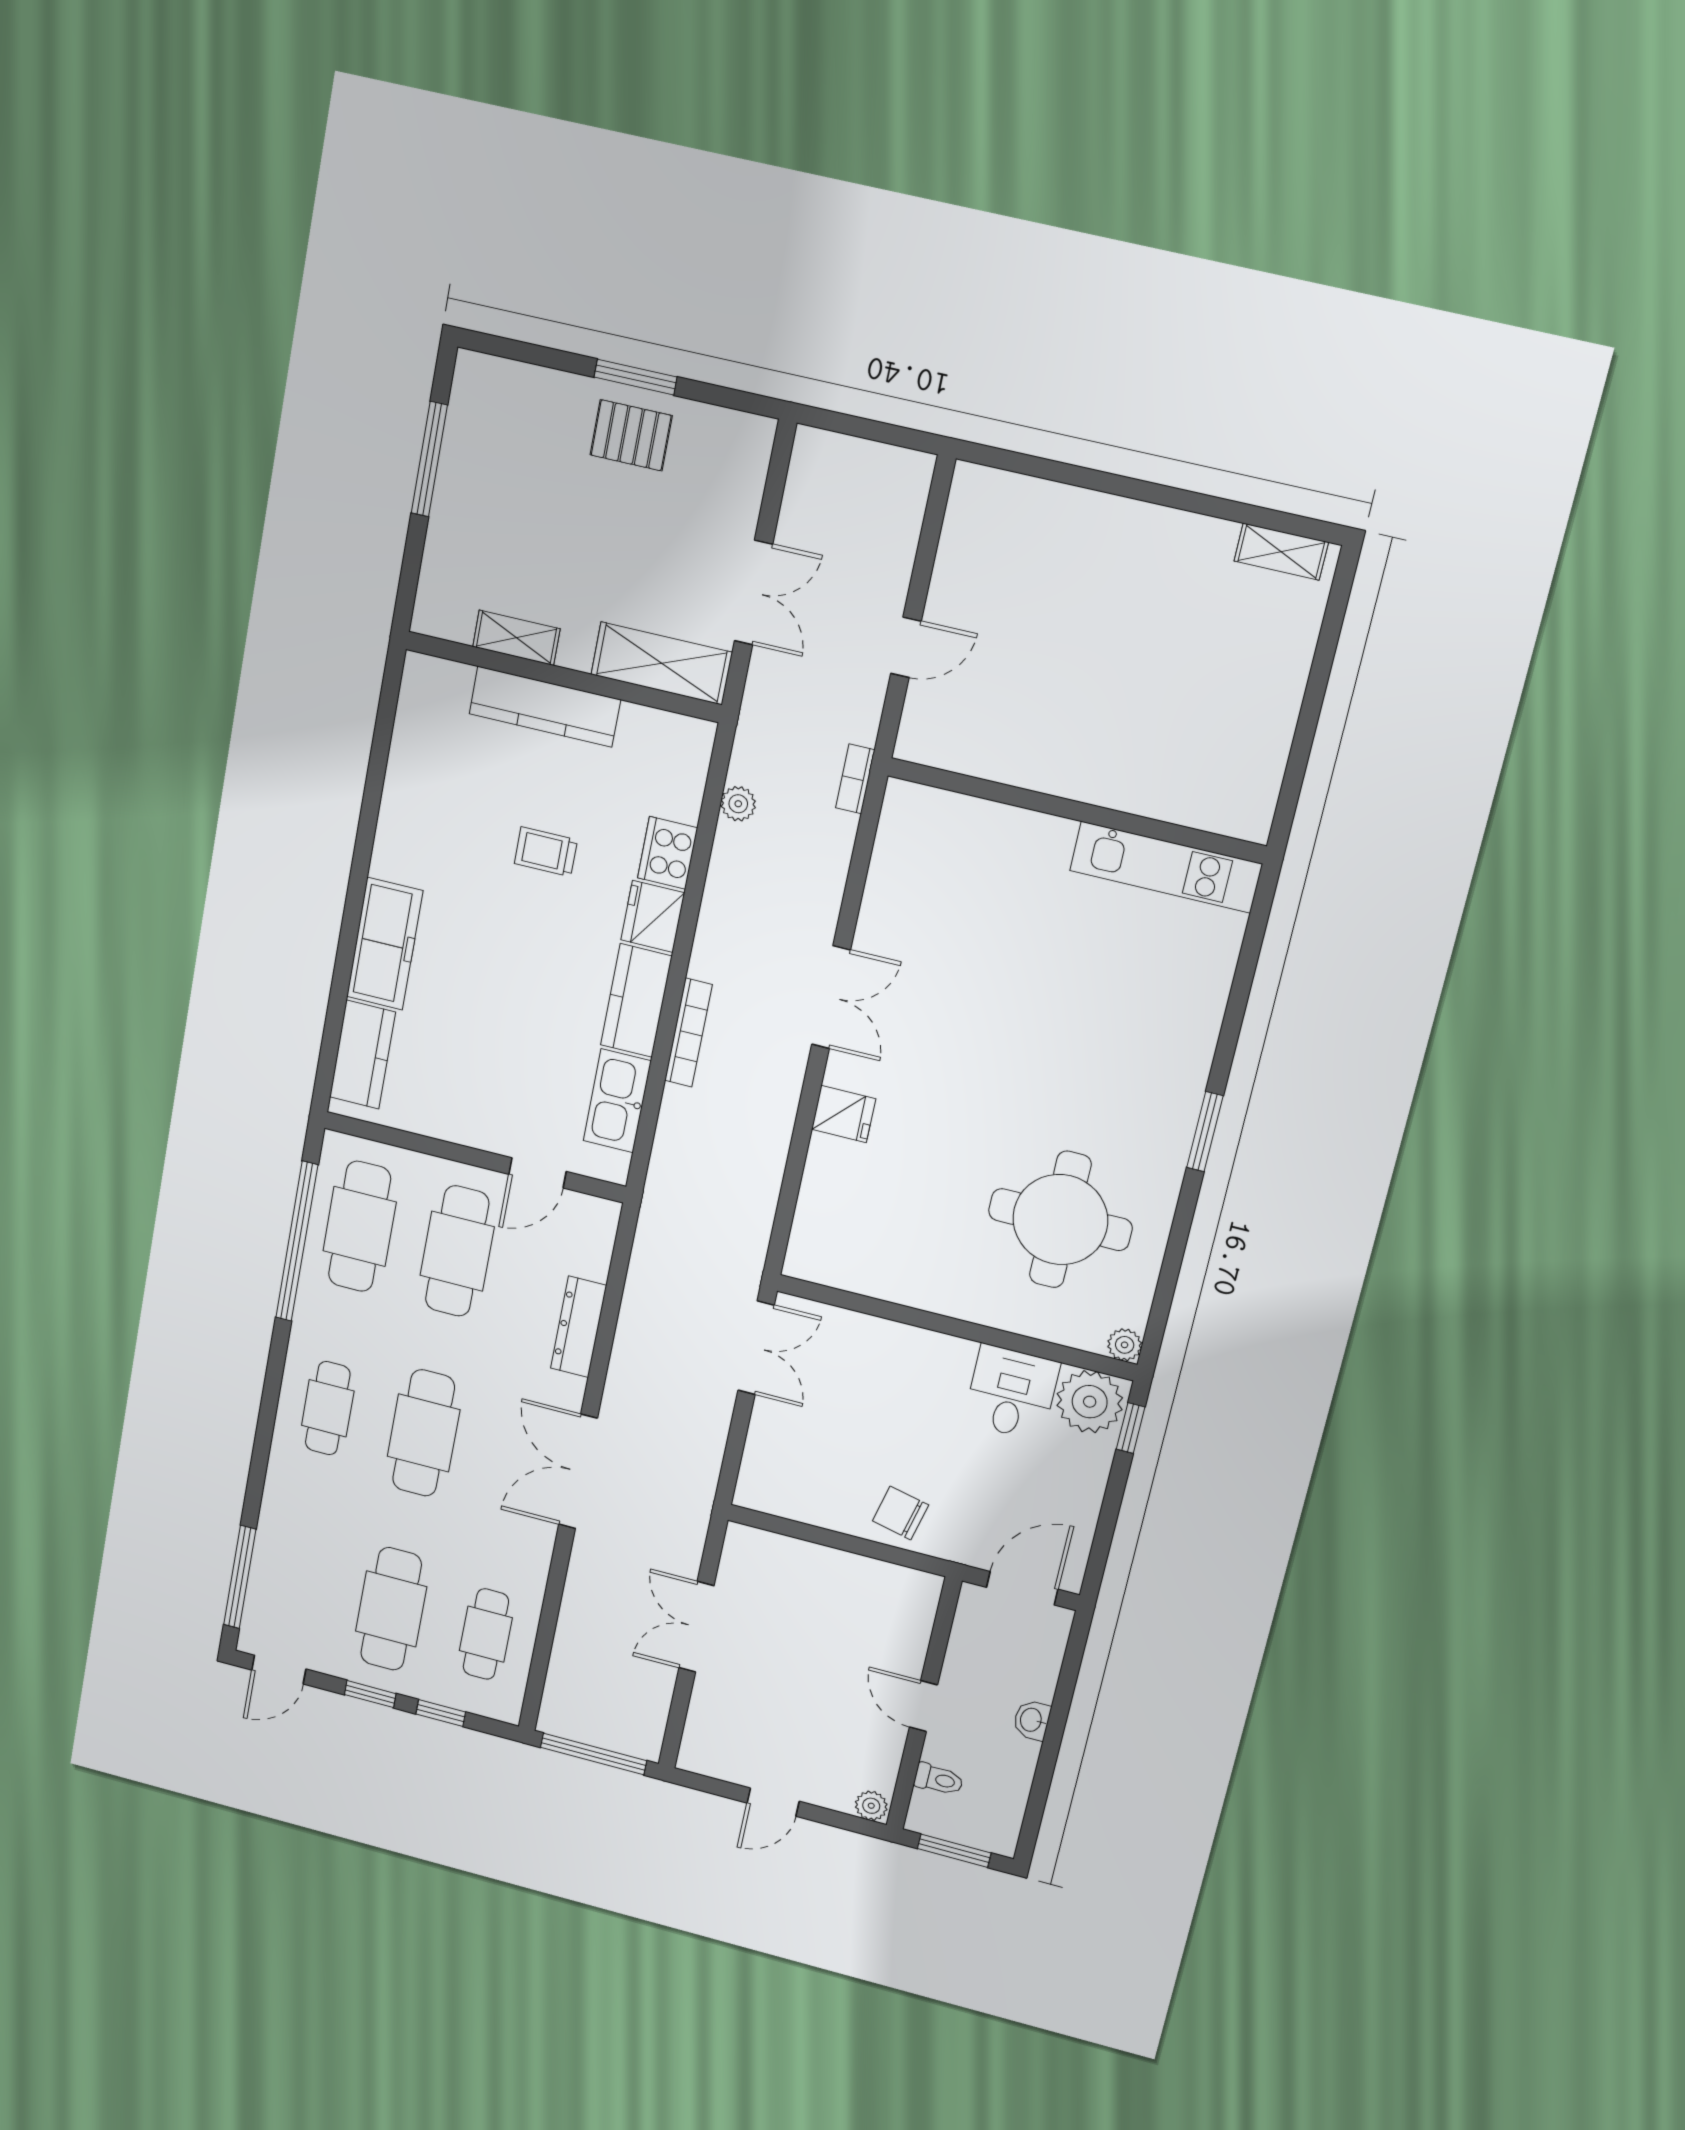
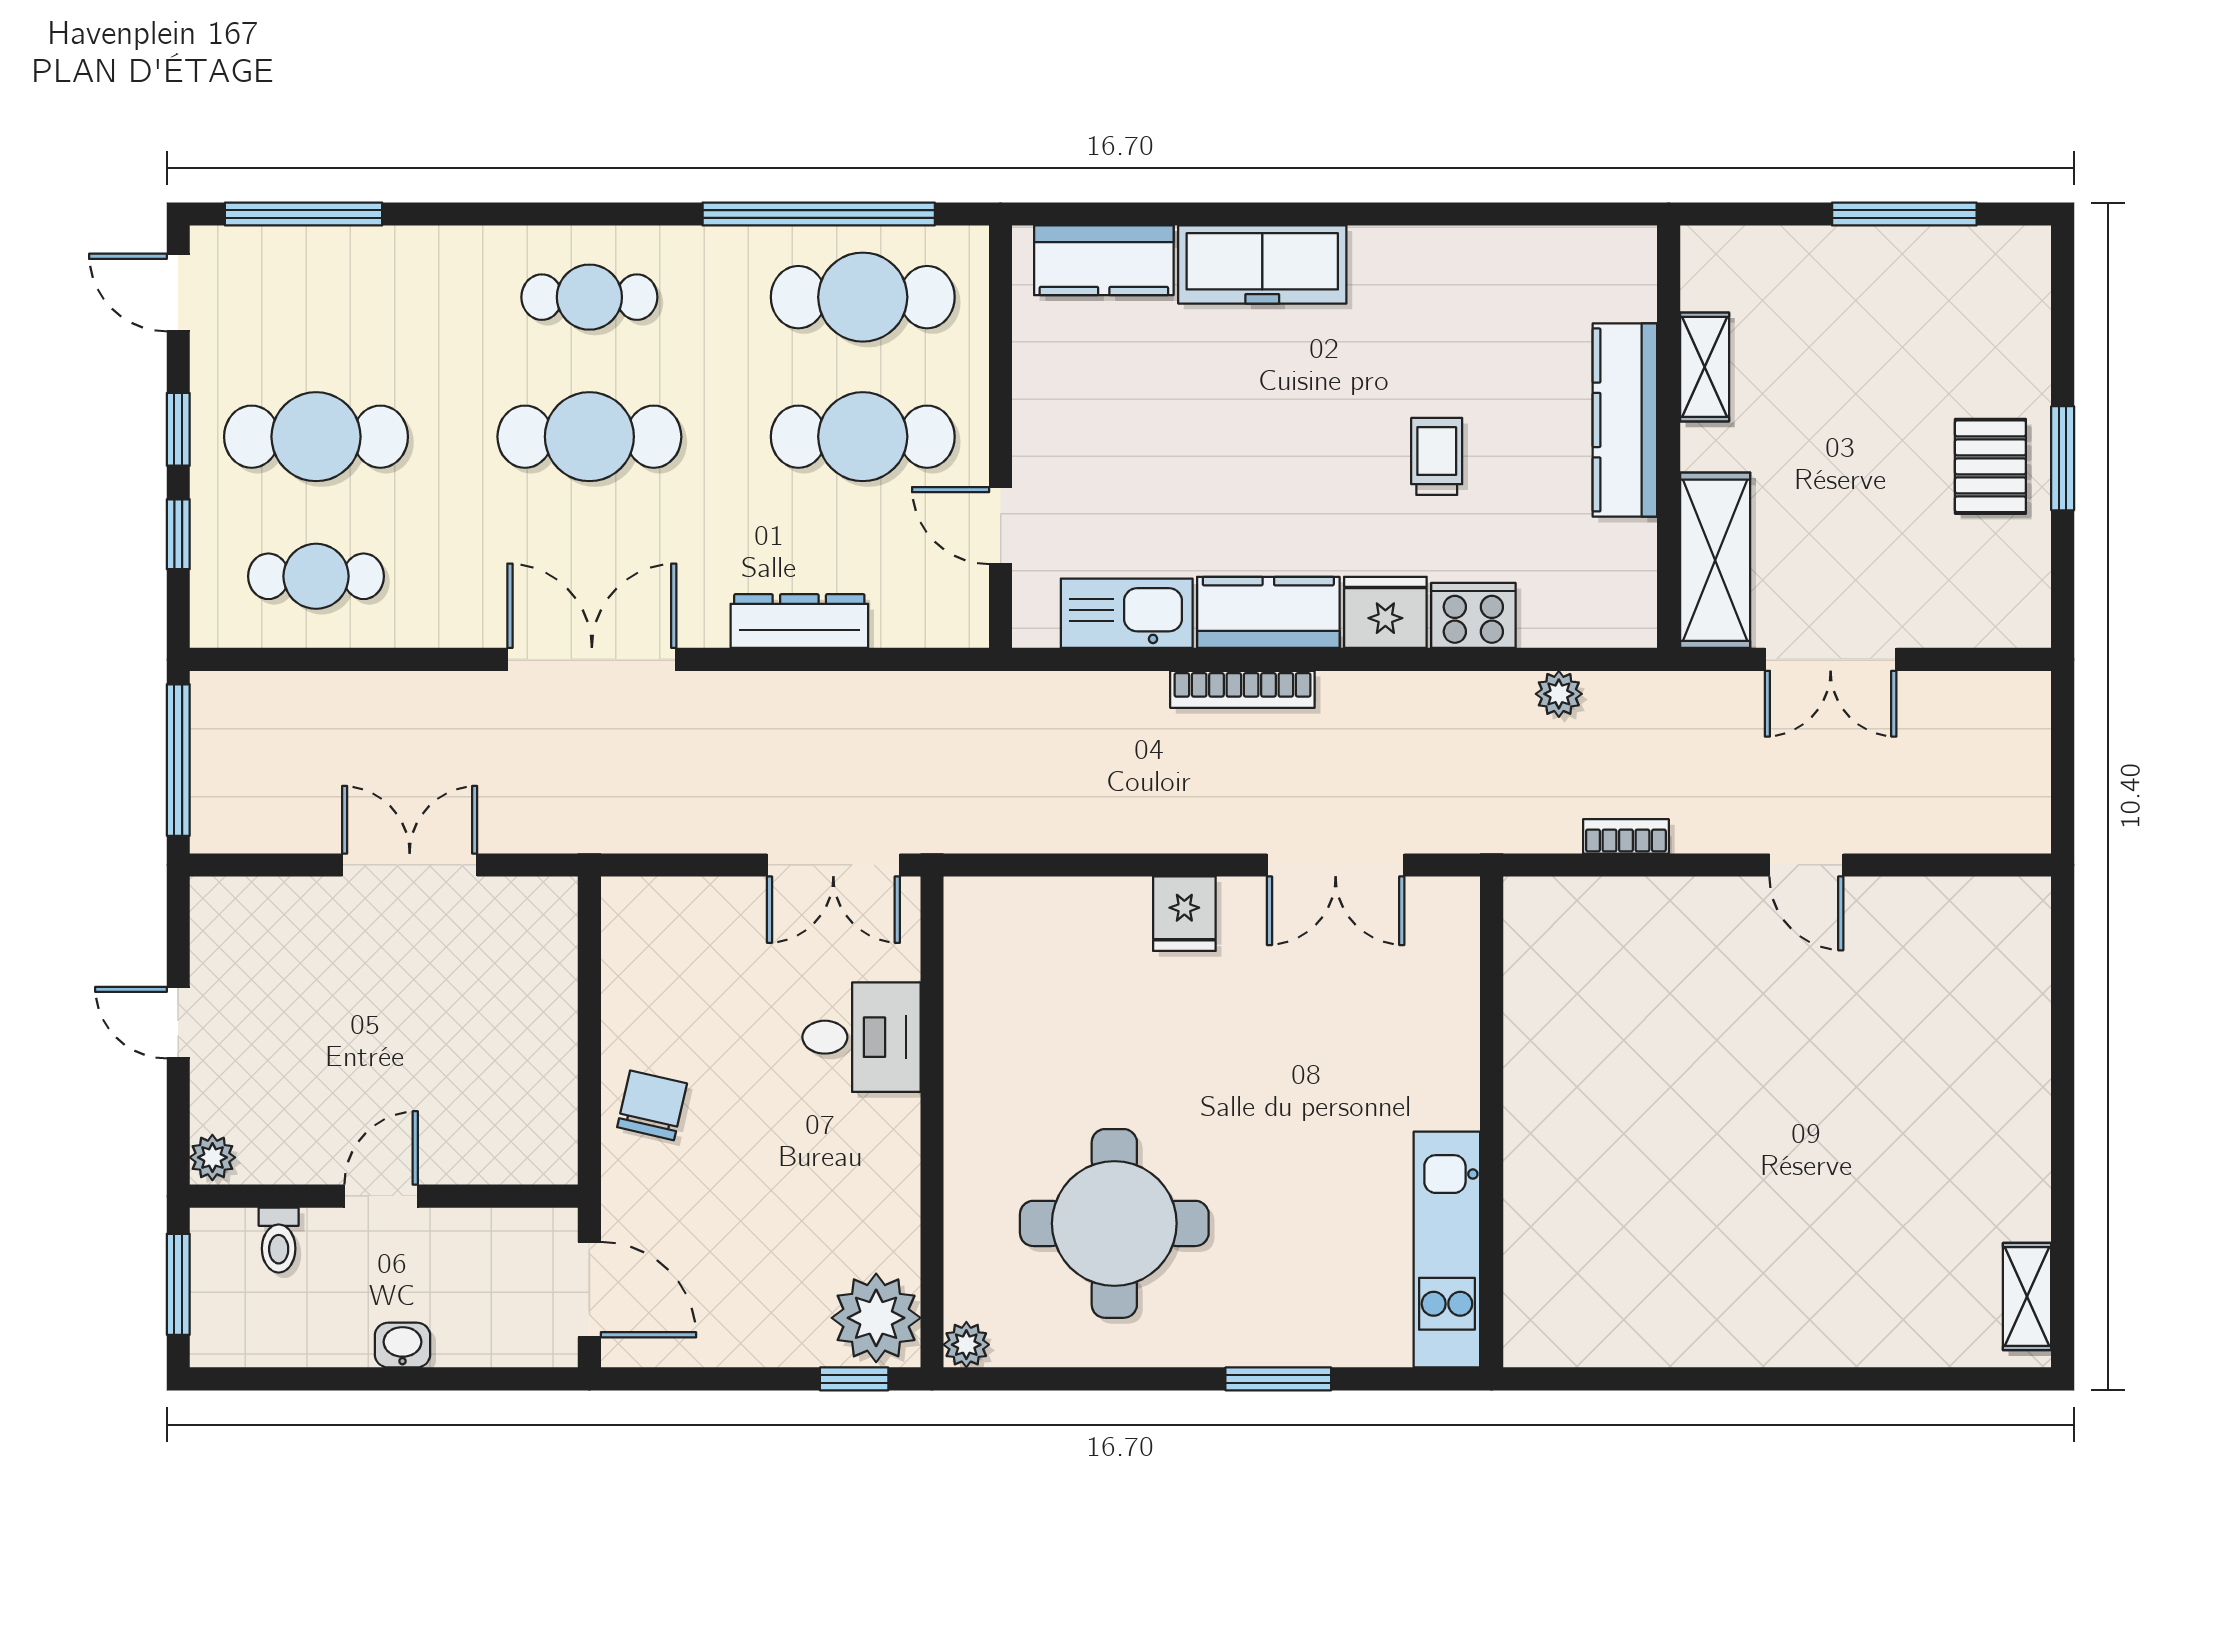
wall: (1076, 811) -> (1492, 1122), moved
kitchen unit: (1166, 867) -> (1447, 1250), moved
desk: (1012, 1392) -> (861, 1037), moved

